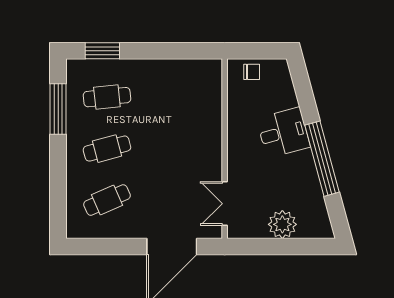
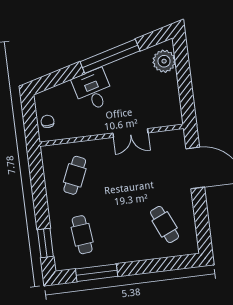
cafe table: (107, 149) -> (75, 175), moved, turned 39
double door: (225, 204) -> (130, 133), moved
plant: (282, 224) -> (164, 61), moved

